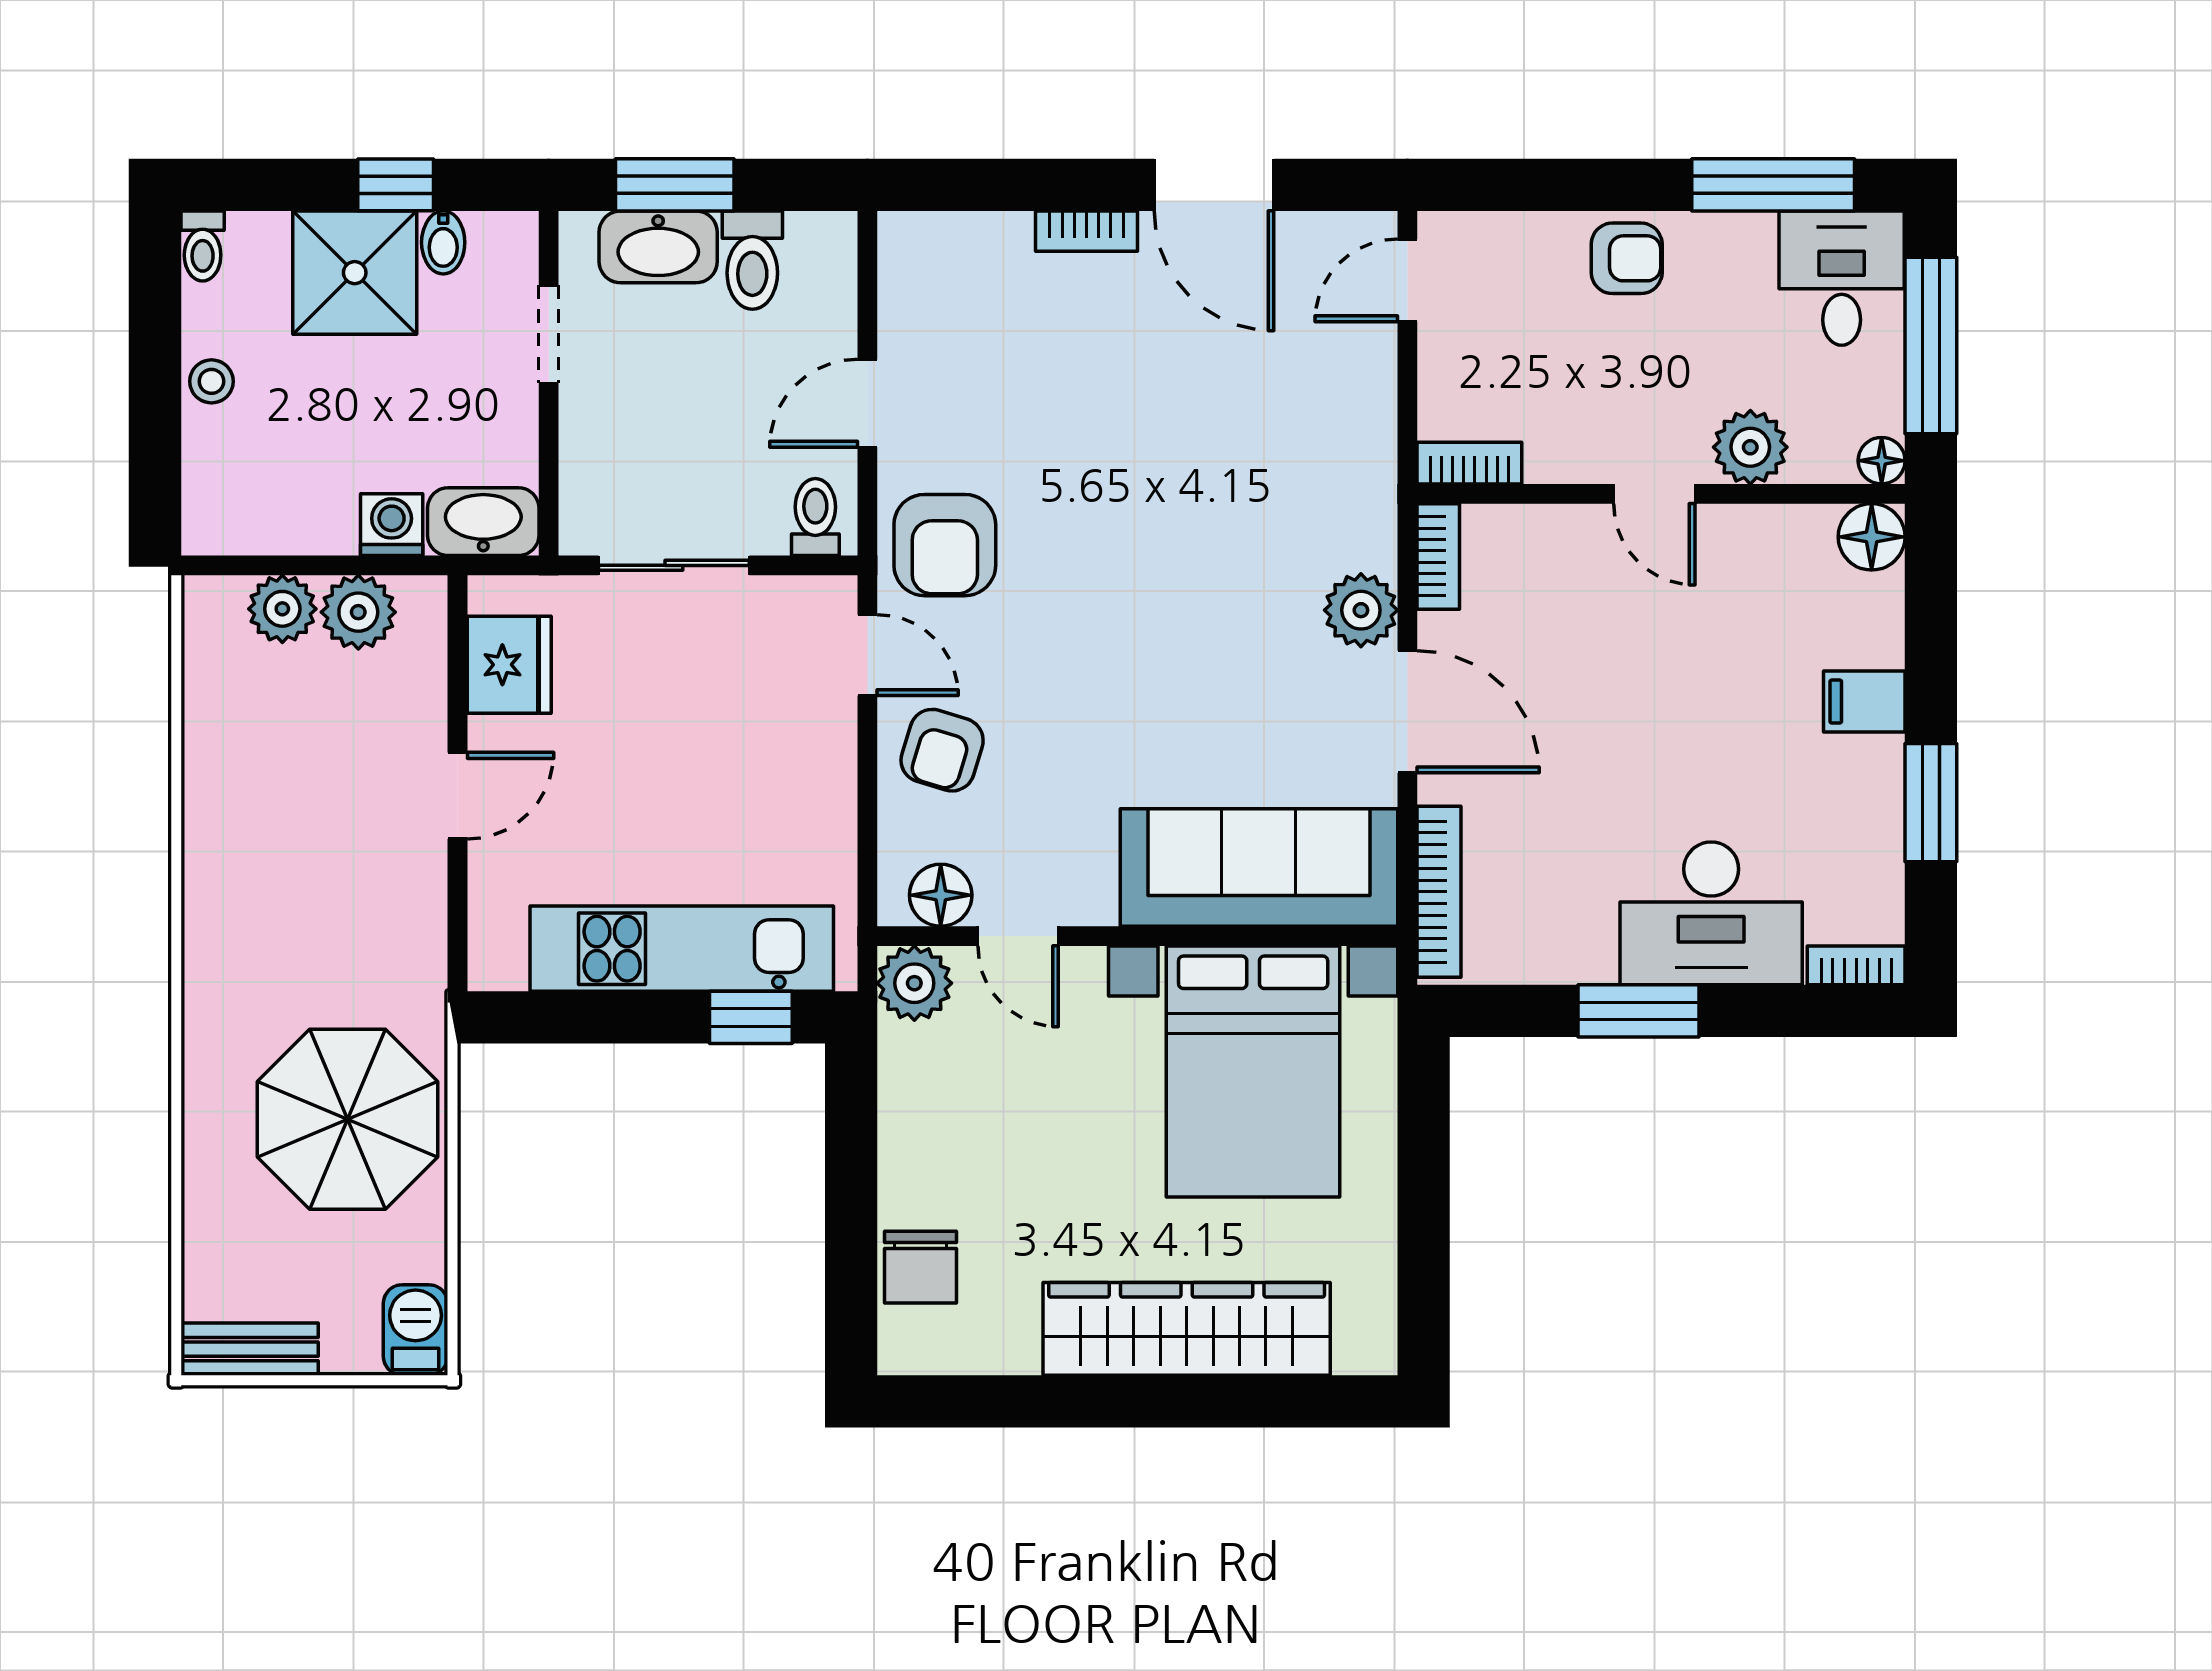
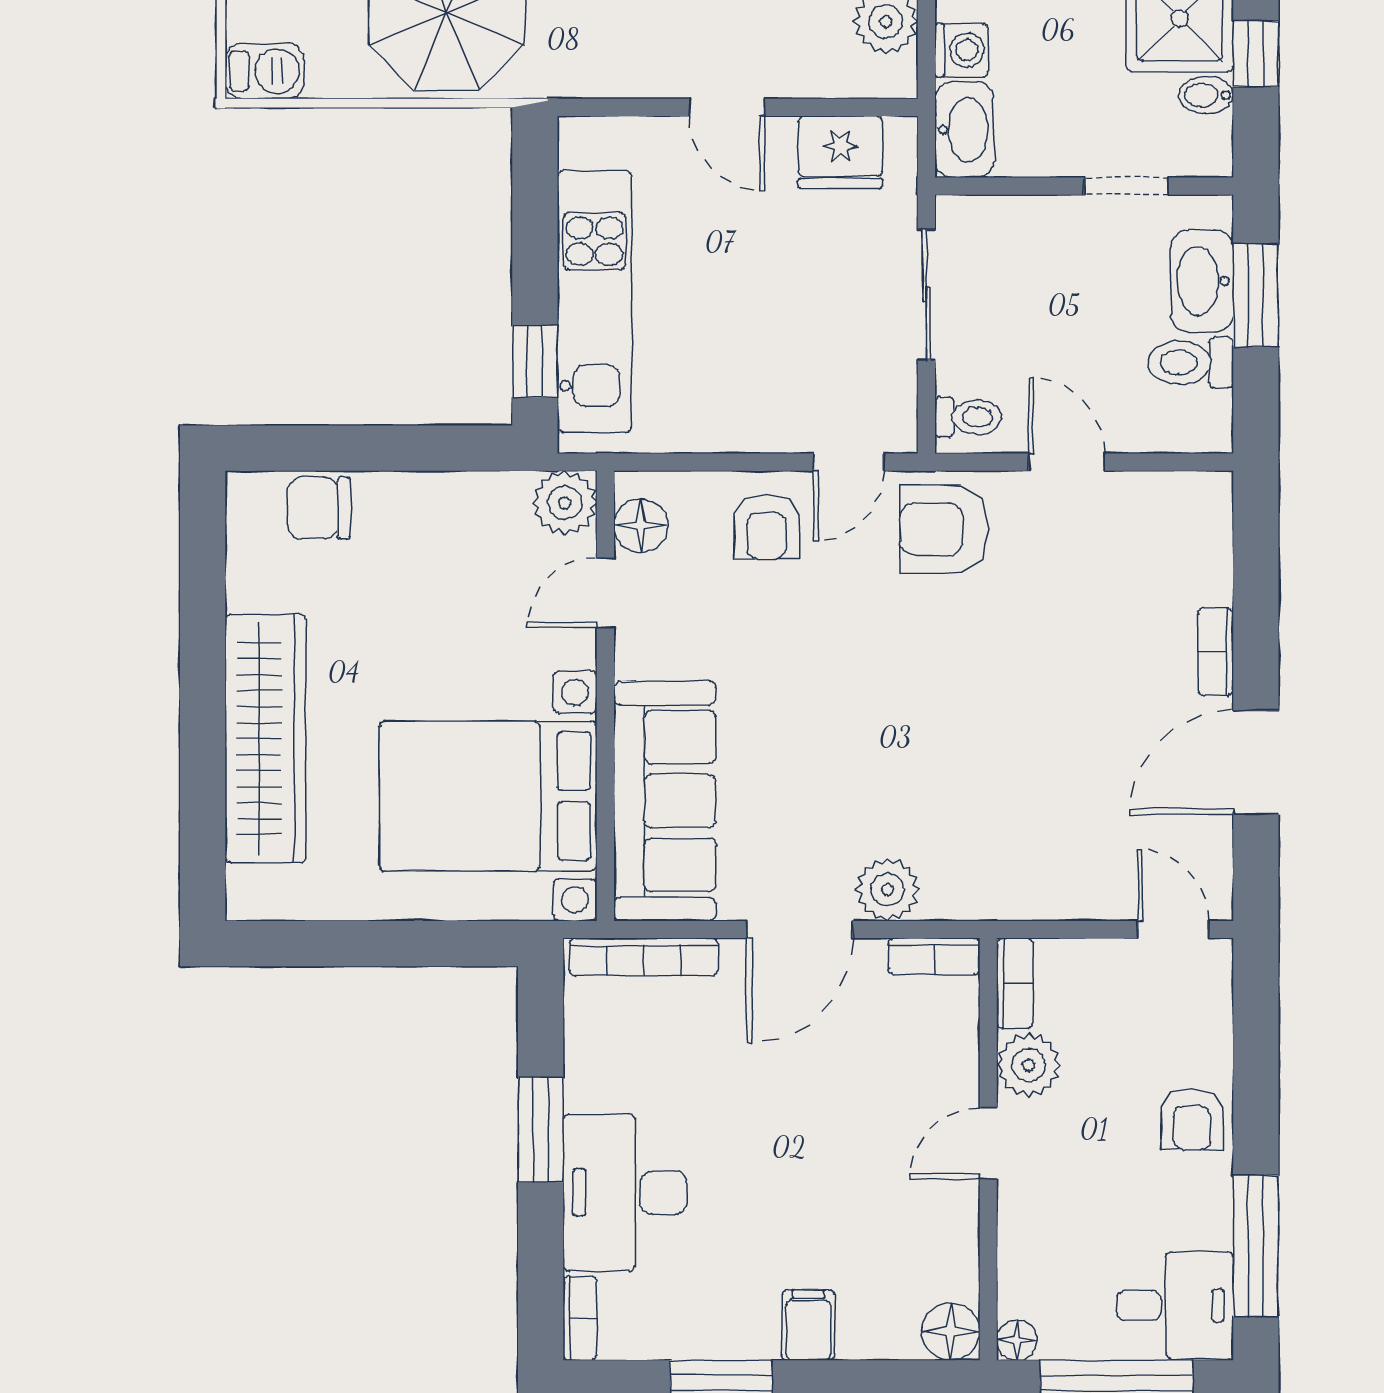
plant: (1750, 447) -> (1029, 1065), moved
armchair: (942, 750) -> (766, 527), turned -107

